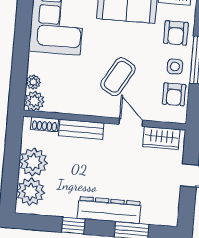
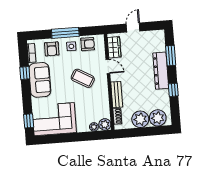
armchair: (176, 33) -> (52, 49), turned 90
door: (131, 122) -> (108, 67), swing flipped

